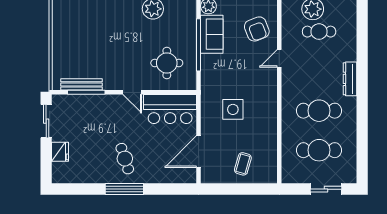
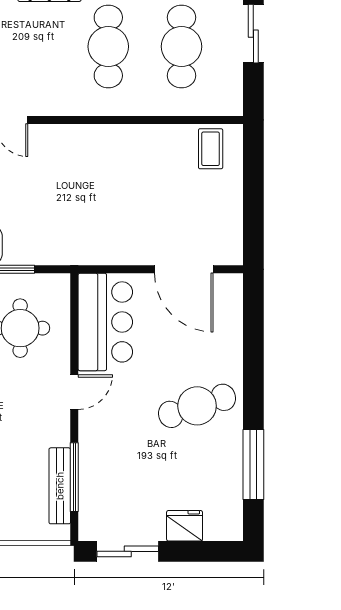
side table: (233, 109) -> (106, 206), removed
cafe table: (125, 159) -> (197, 406), width x1.37, depth x1.35
coffee table: (243, 164) -> (211, 149), moved, turned 74
window: (124, 189) -> (253, 464), moved

